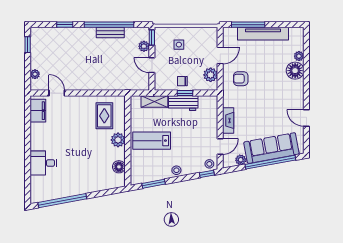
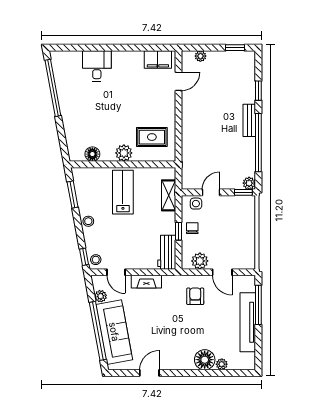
bench: (110, 32) -> (249, 120), moved
side table: (179, 45) -> (196, 204), moved
plant: (144, 46) -> (249, 183), moved
workbench: (183, 103) -> (167, 252), moved

